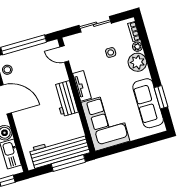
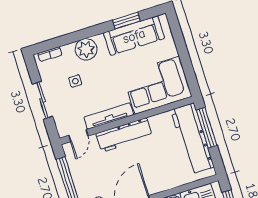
plant: (137, 47) -> (68, 50), removed
tv unit: (82, 86) -> (109, 116), width x1.41
workbench: (66, 99) -> (124, 135), width x1.38

